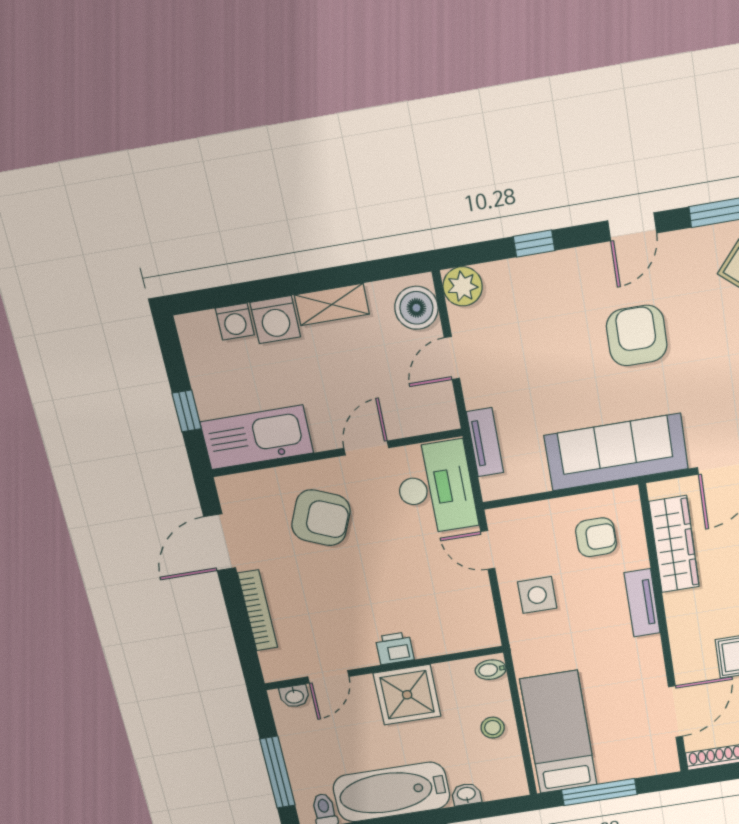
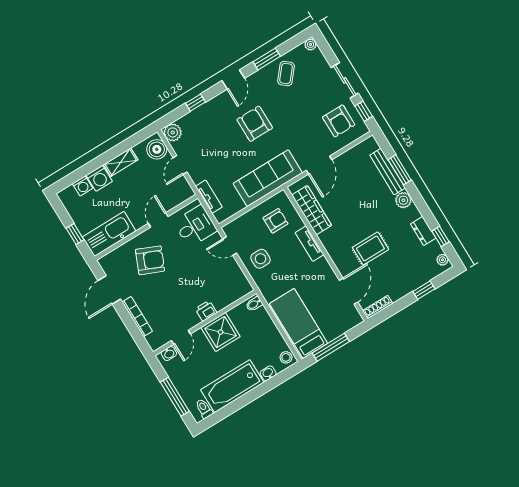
desk: (435, 488) -> (195, 226), width x0.73
stool: (493, 728) -> (286, 357), moved

